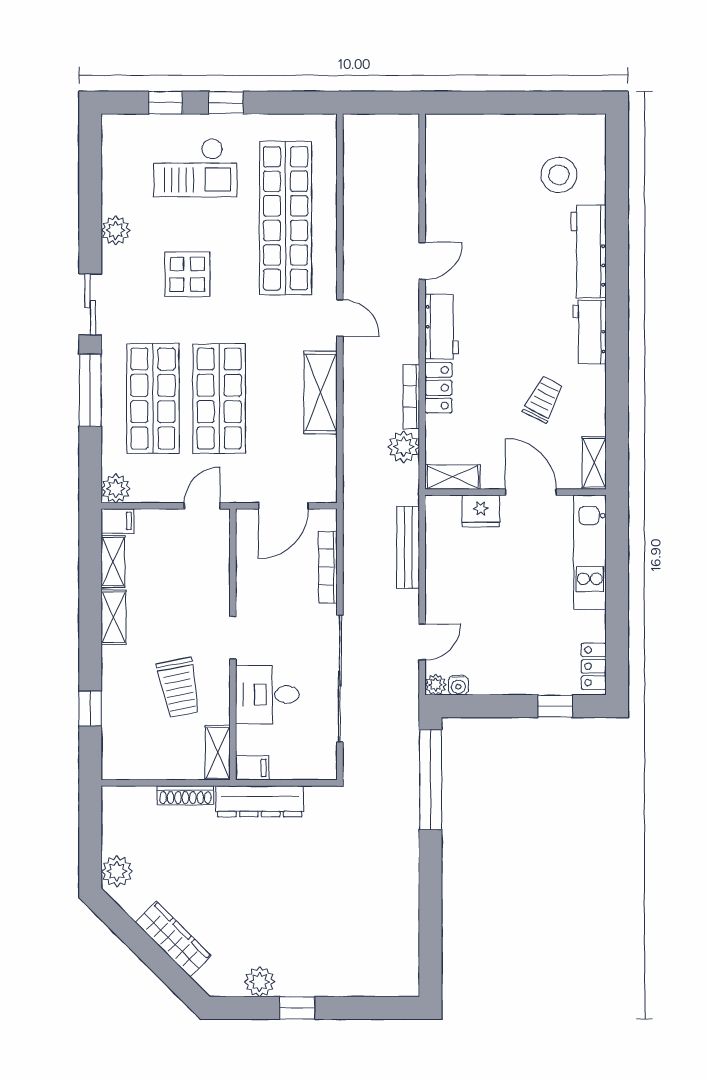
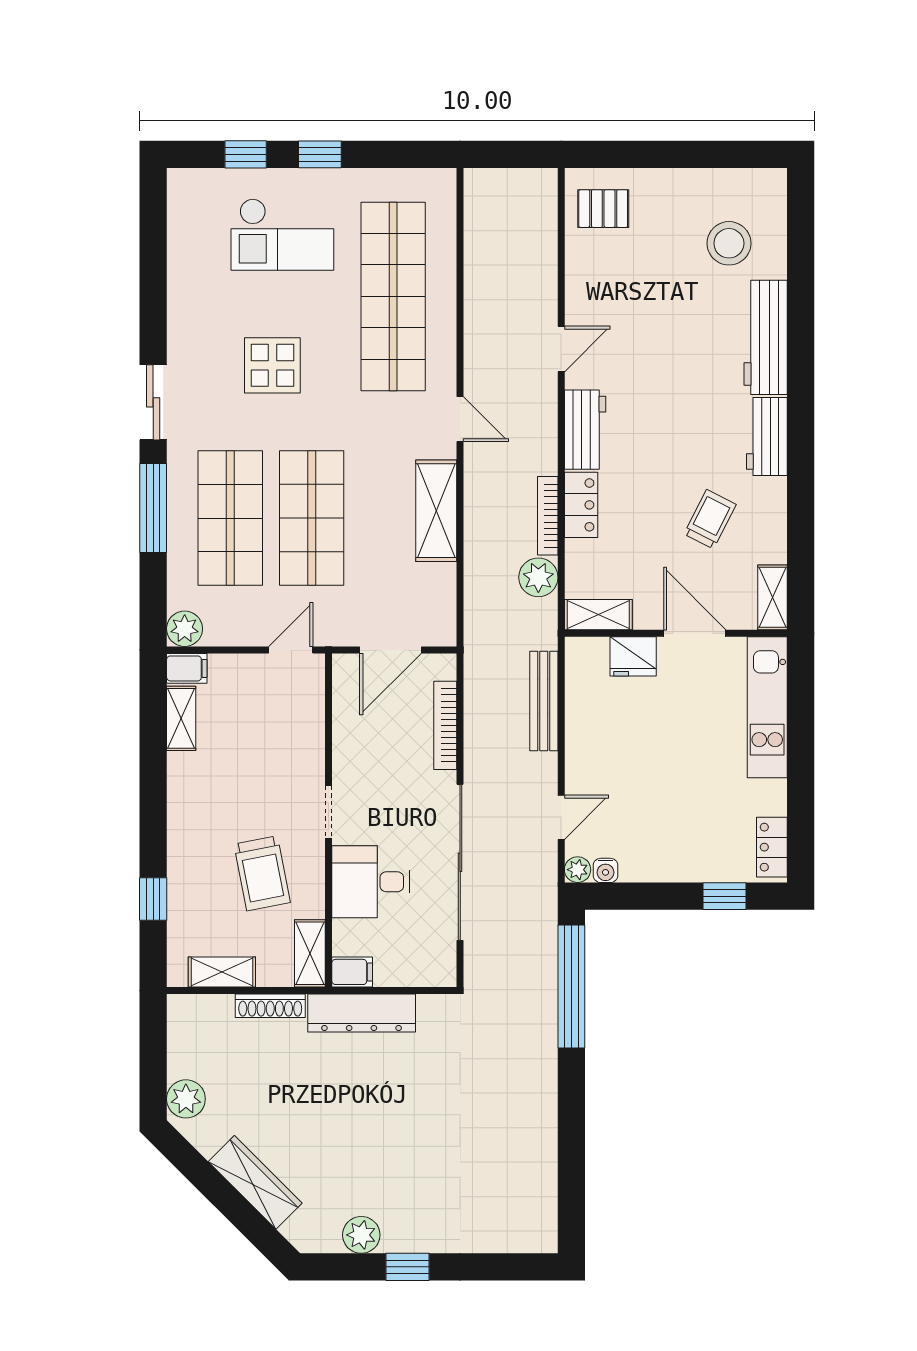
pallet: (456, 147) -> (603, 209), added
plant: (116, 230) -> (184, 311), removed
shelving: (113, 617) -> (222, 972), moved, turned 90

